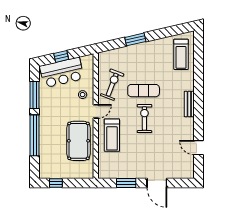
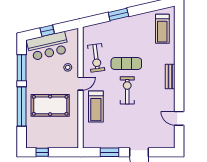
exercise bike: (112, 85) -> (96, 58), turned 152
pool table: (78, 141) -> (50, 105), moved, turned 90

